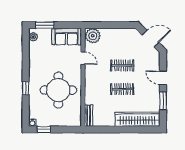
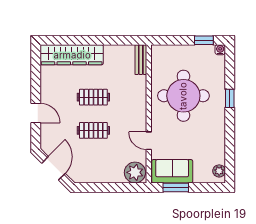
window: (45, 25) -> (176, 187), moved
door: (150, 39) -> (53, 168), swing flipped
window: (163, 101) -> (36, 80), removed

